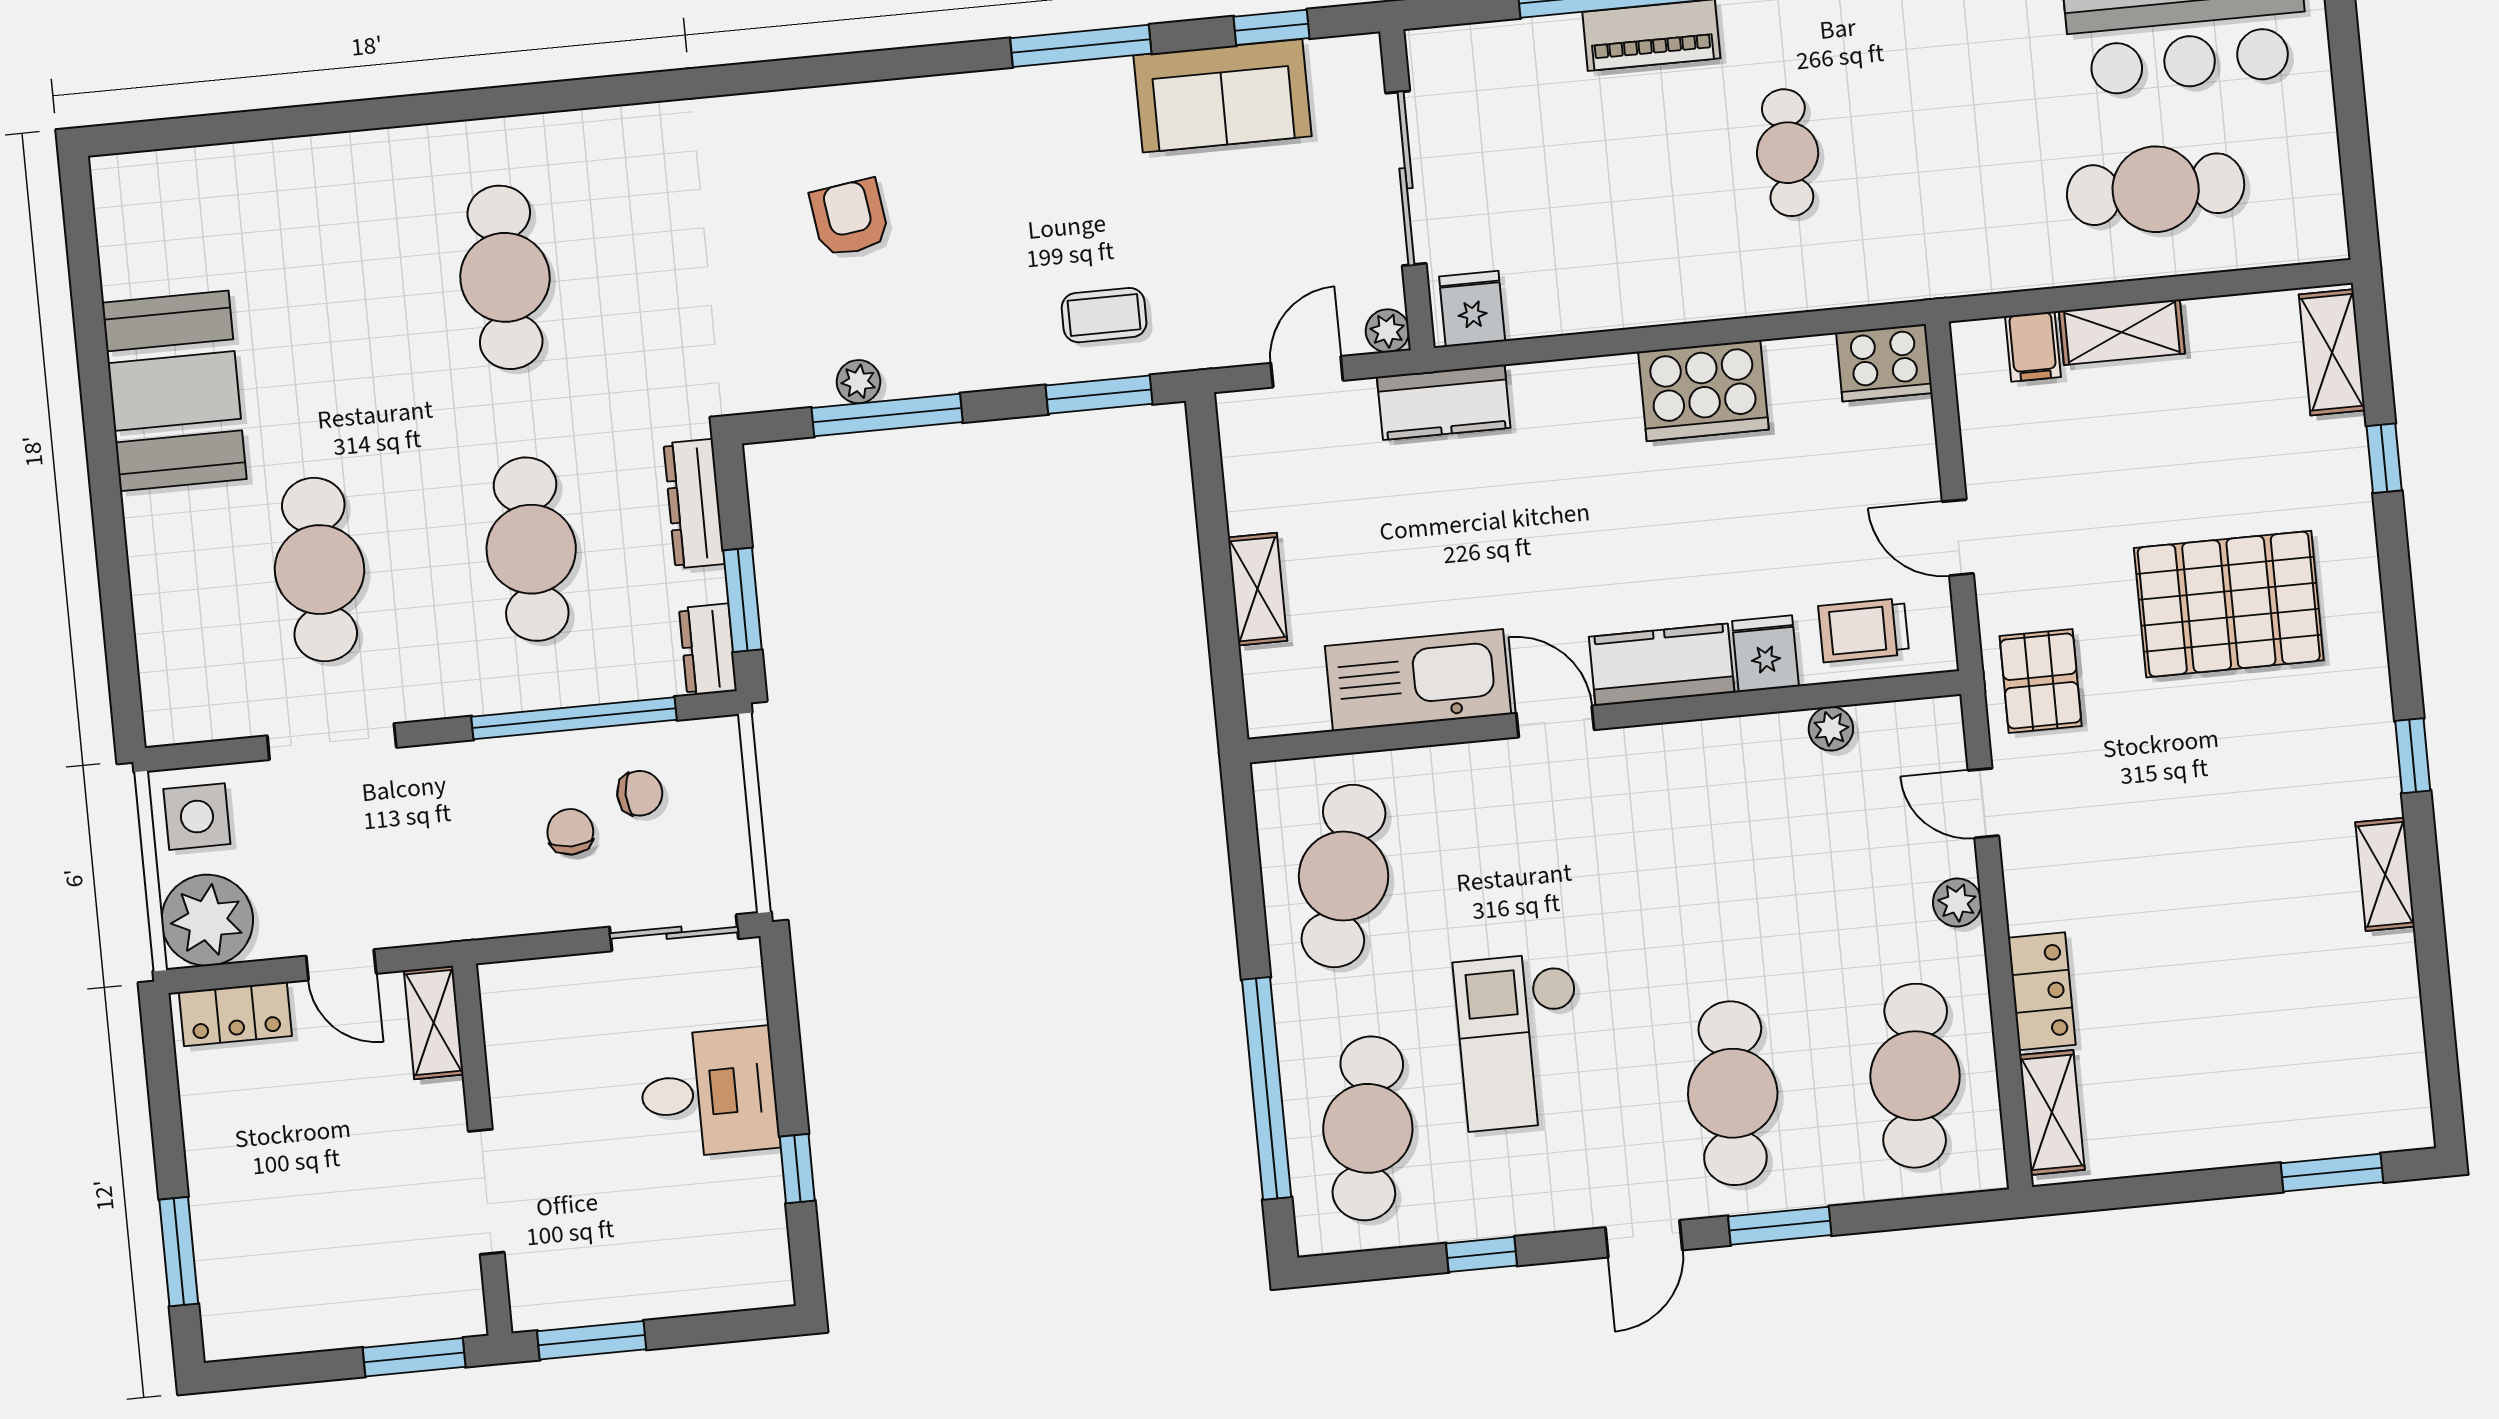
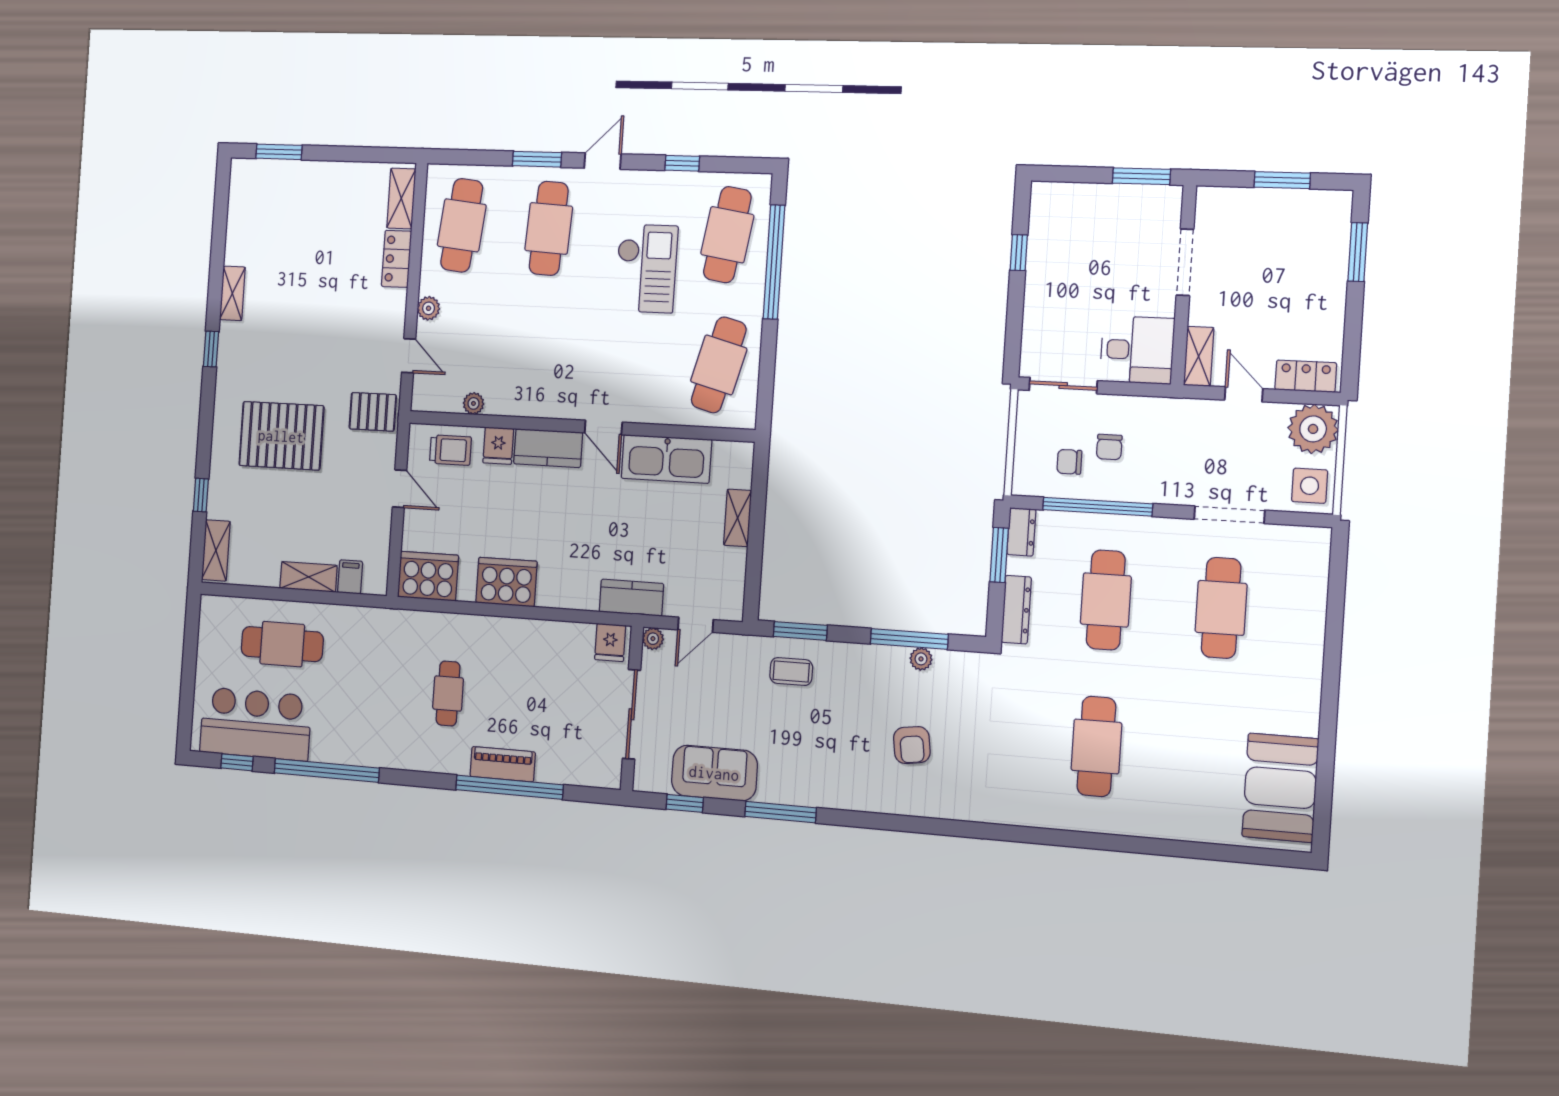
cooker: (1884, 363) -> (428, 576), width x1.37, depth x1.31
booth: (174, 391) -> (1280, 788), moved
pallet: (2041, 681) -> (373, 412), turned 90
desk: (709, 1093) -> (1137, 350), moved, turned 180
window: (414, 1357) -> (1282, 180), moved

